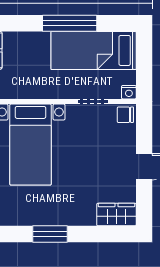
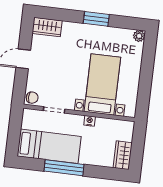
nightstand: (129, 92) -> (90, 121), moved

